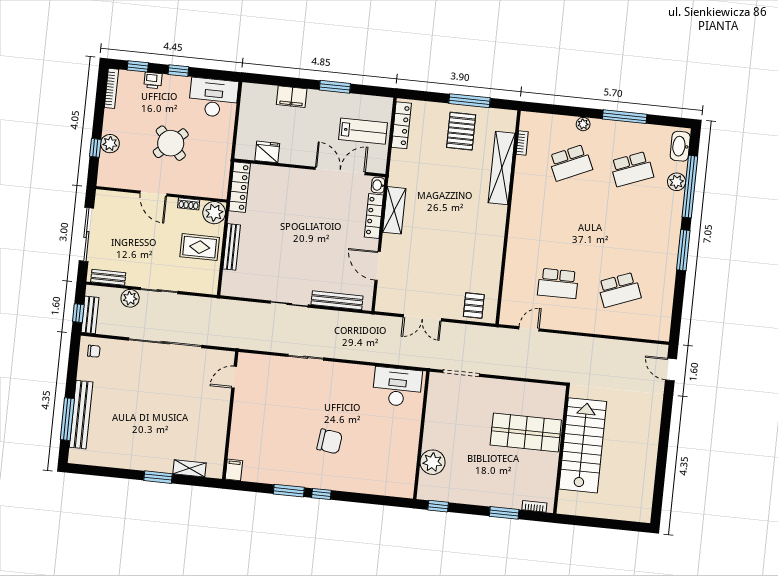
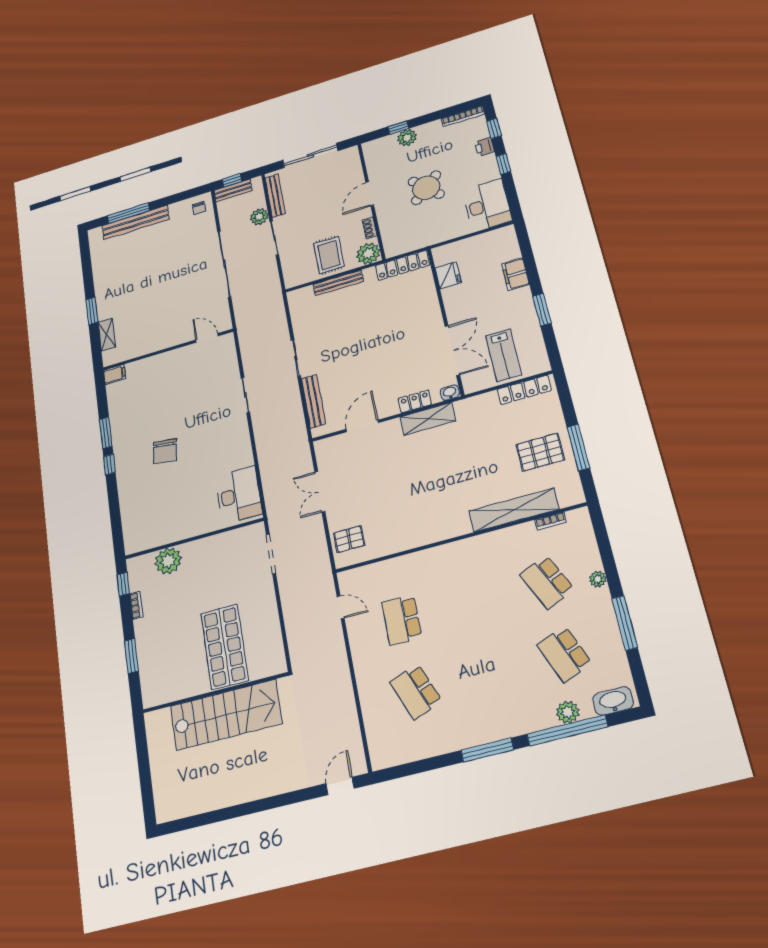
locker: (374, 216) -> (415, 401), width x0.66
bench: (108, 277) -> (275, 196), width x1.36
bookcase: (534, 506) -> (136, 605), moved

